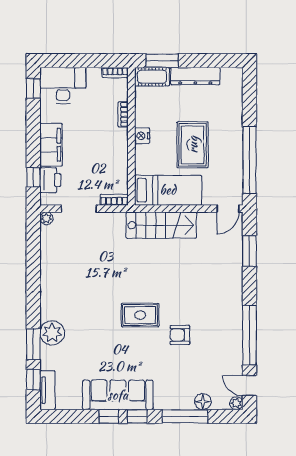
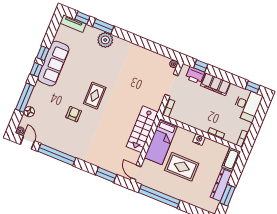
window: (162, 61) -> (227, 195), moved
door: (249, 386) -> (27, 143), hinge flipped

